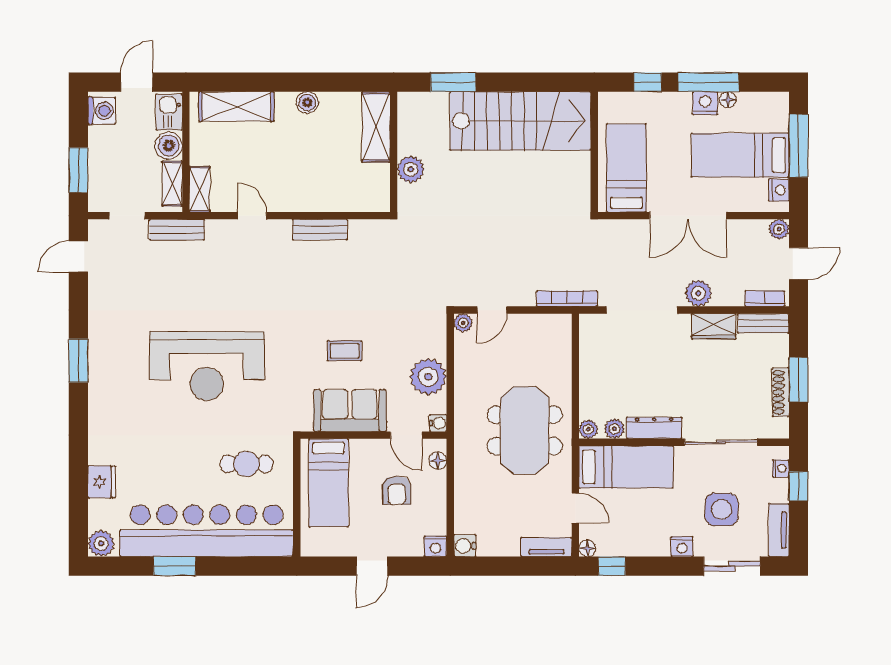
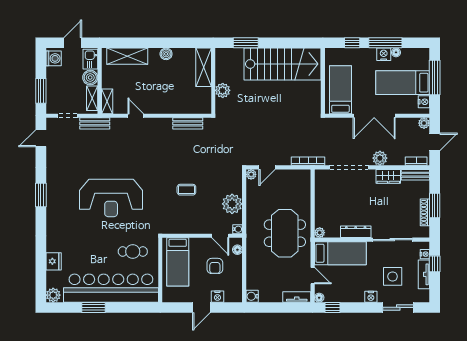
bench: (320, 230) -> (188, 123), moved
sofa: (350, 411) -> (189, 222), removed
plant: (615, 429) -> (334, 232), removed
tv unit: (779, 530) -> (424, 274), moved
nightstand: (435, 546) -> (217, 297), moved

